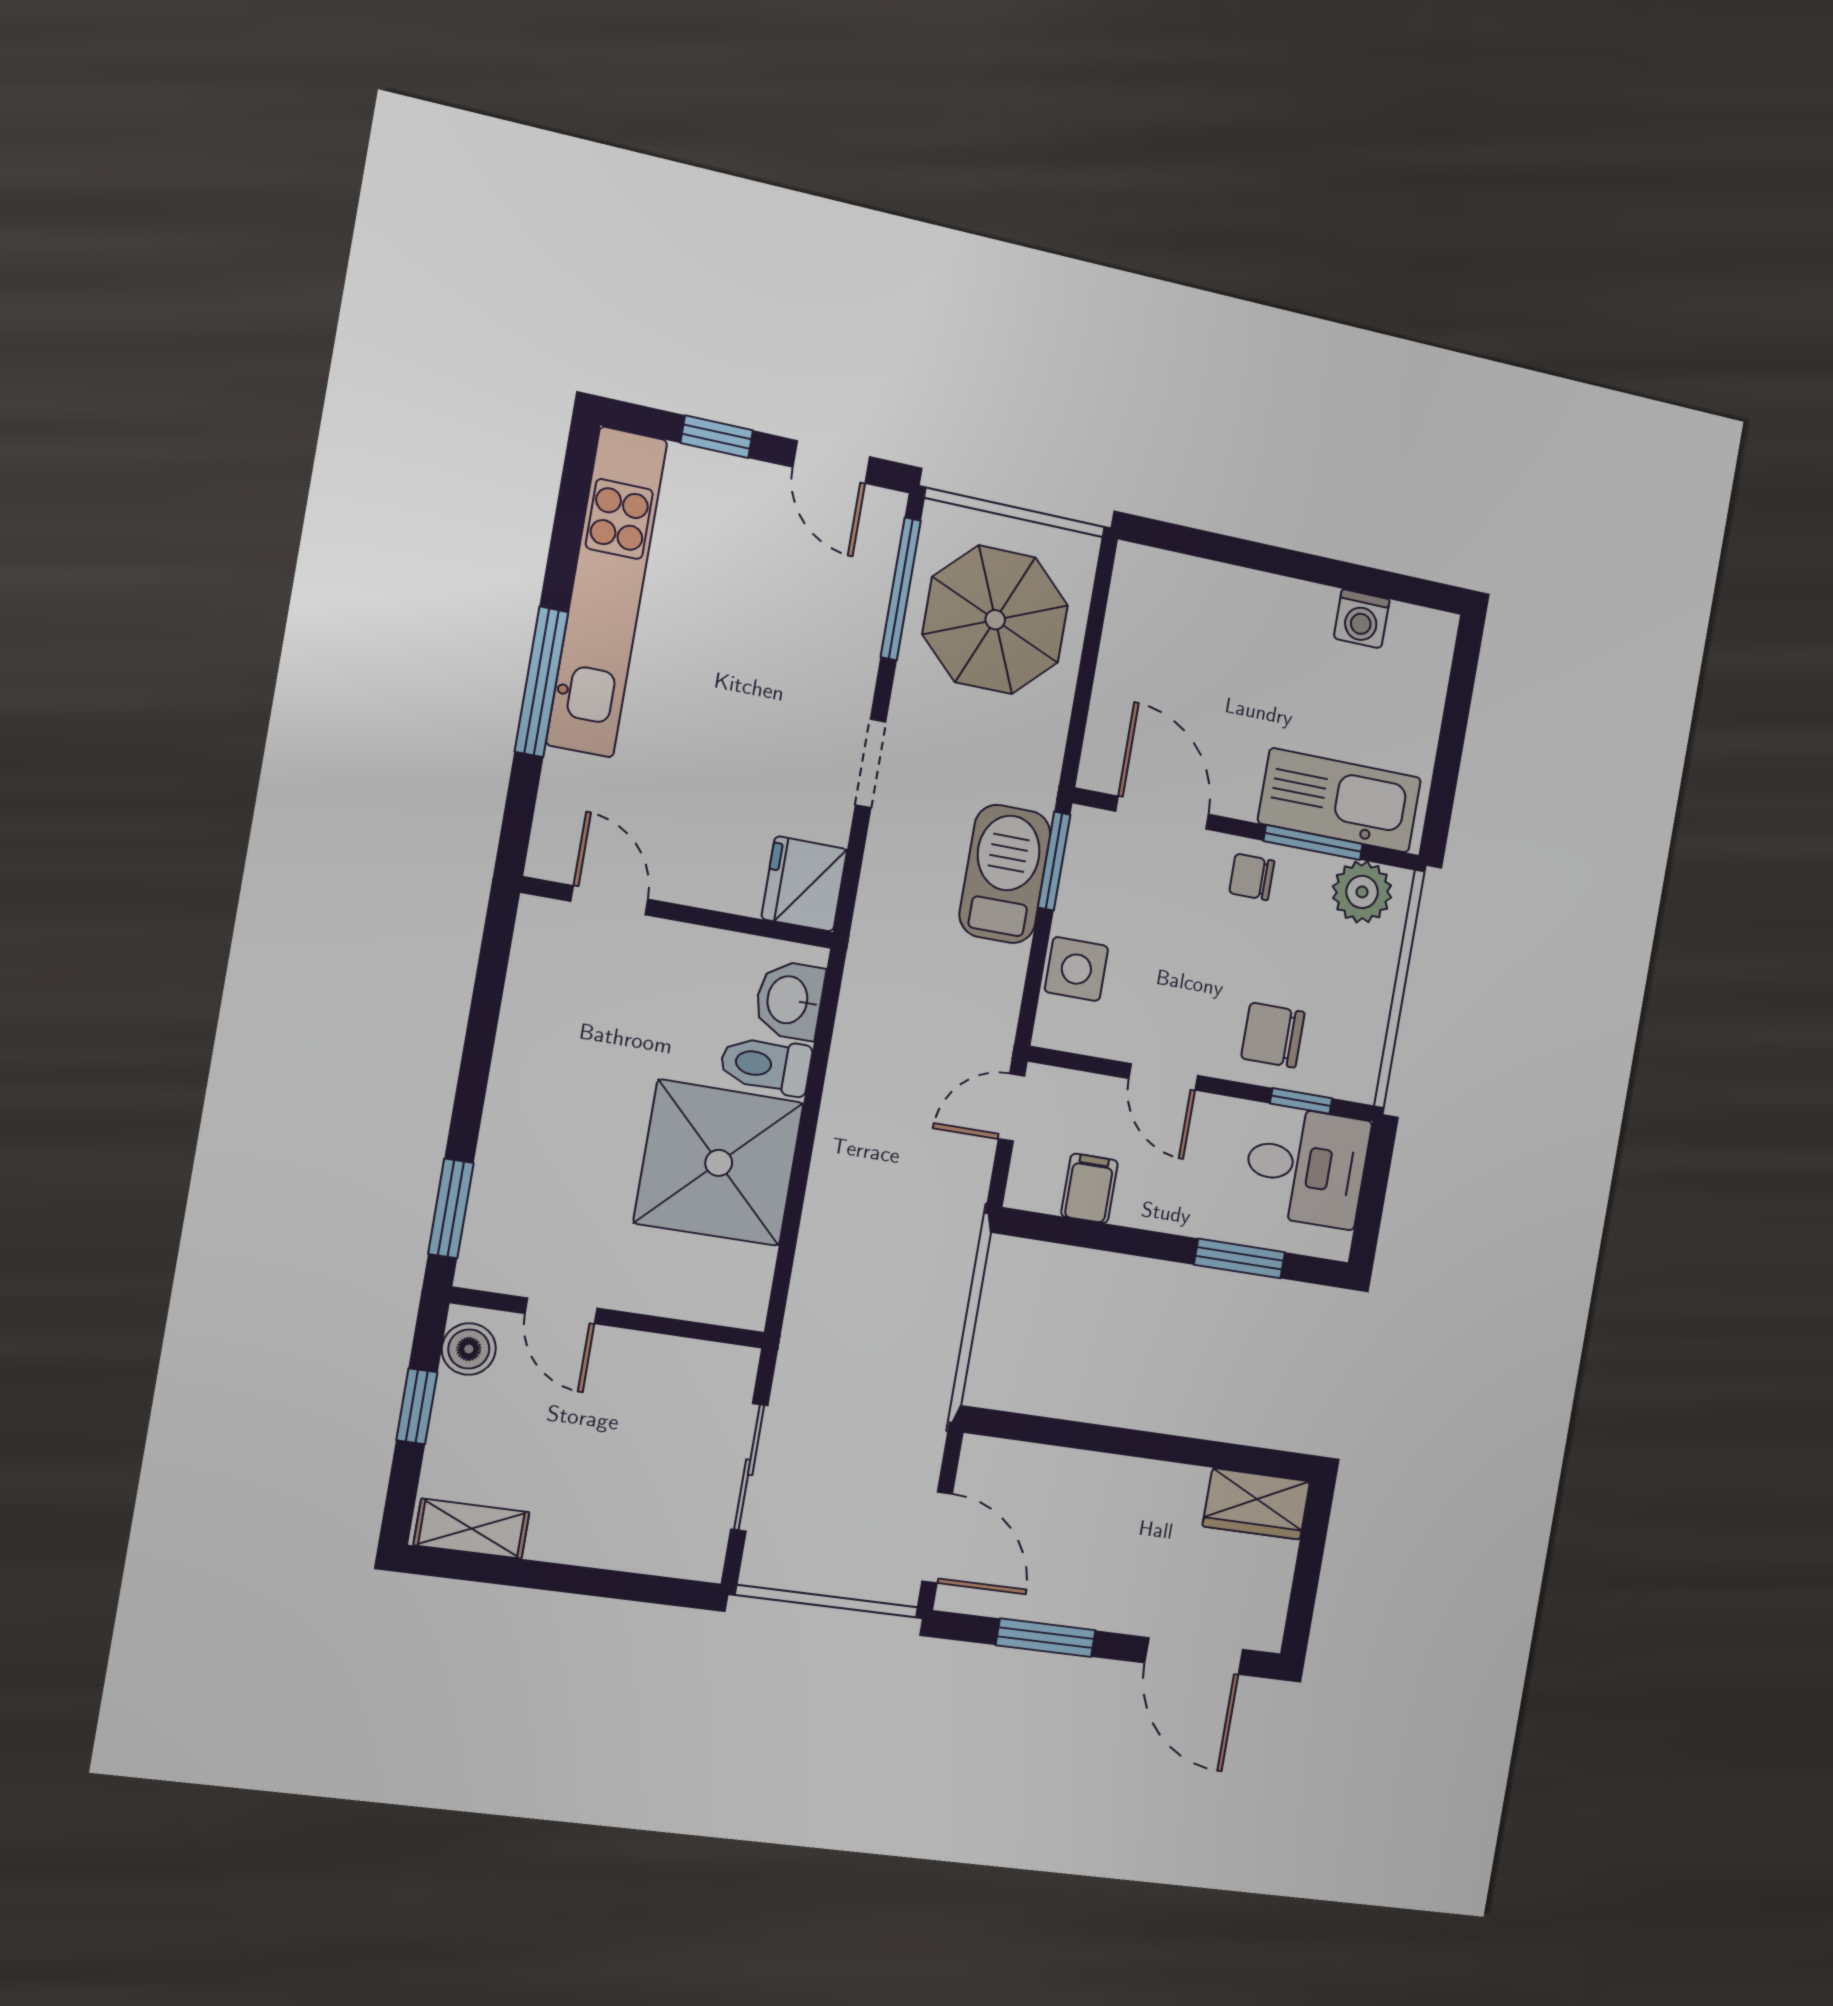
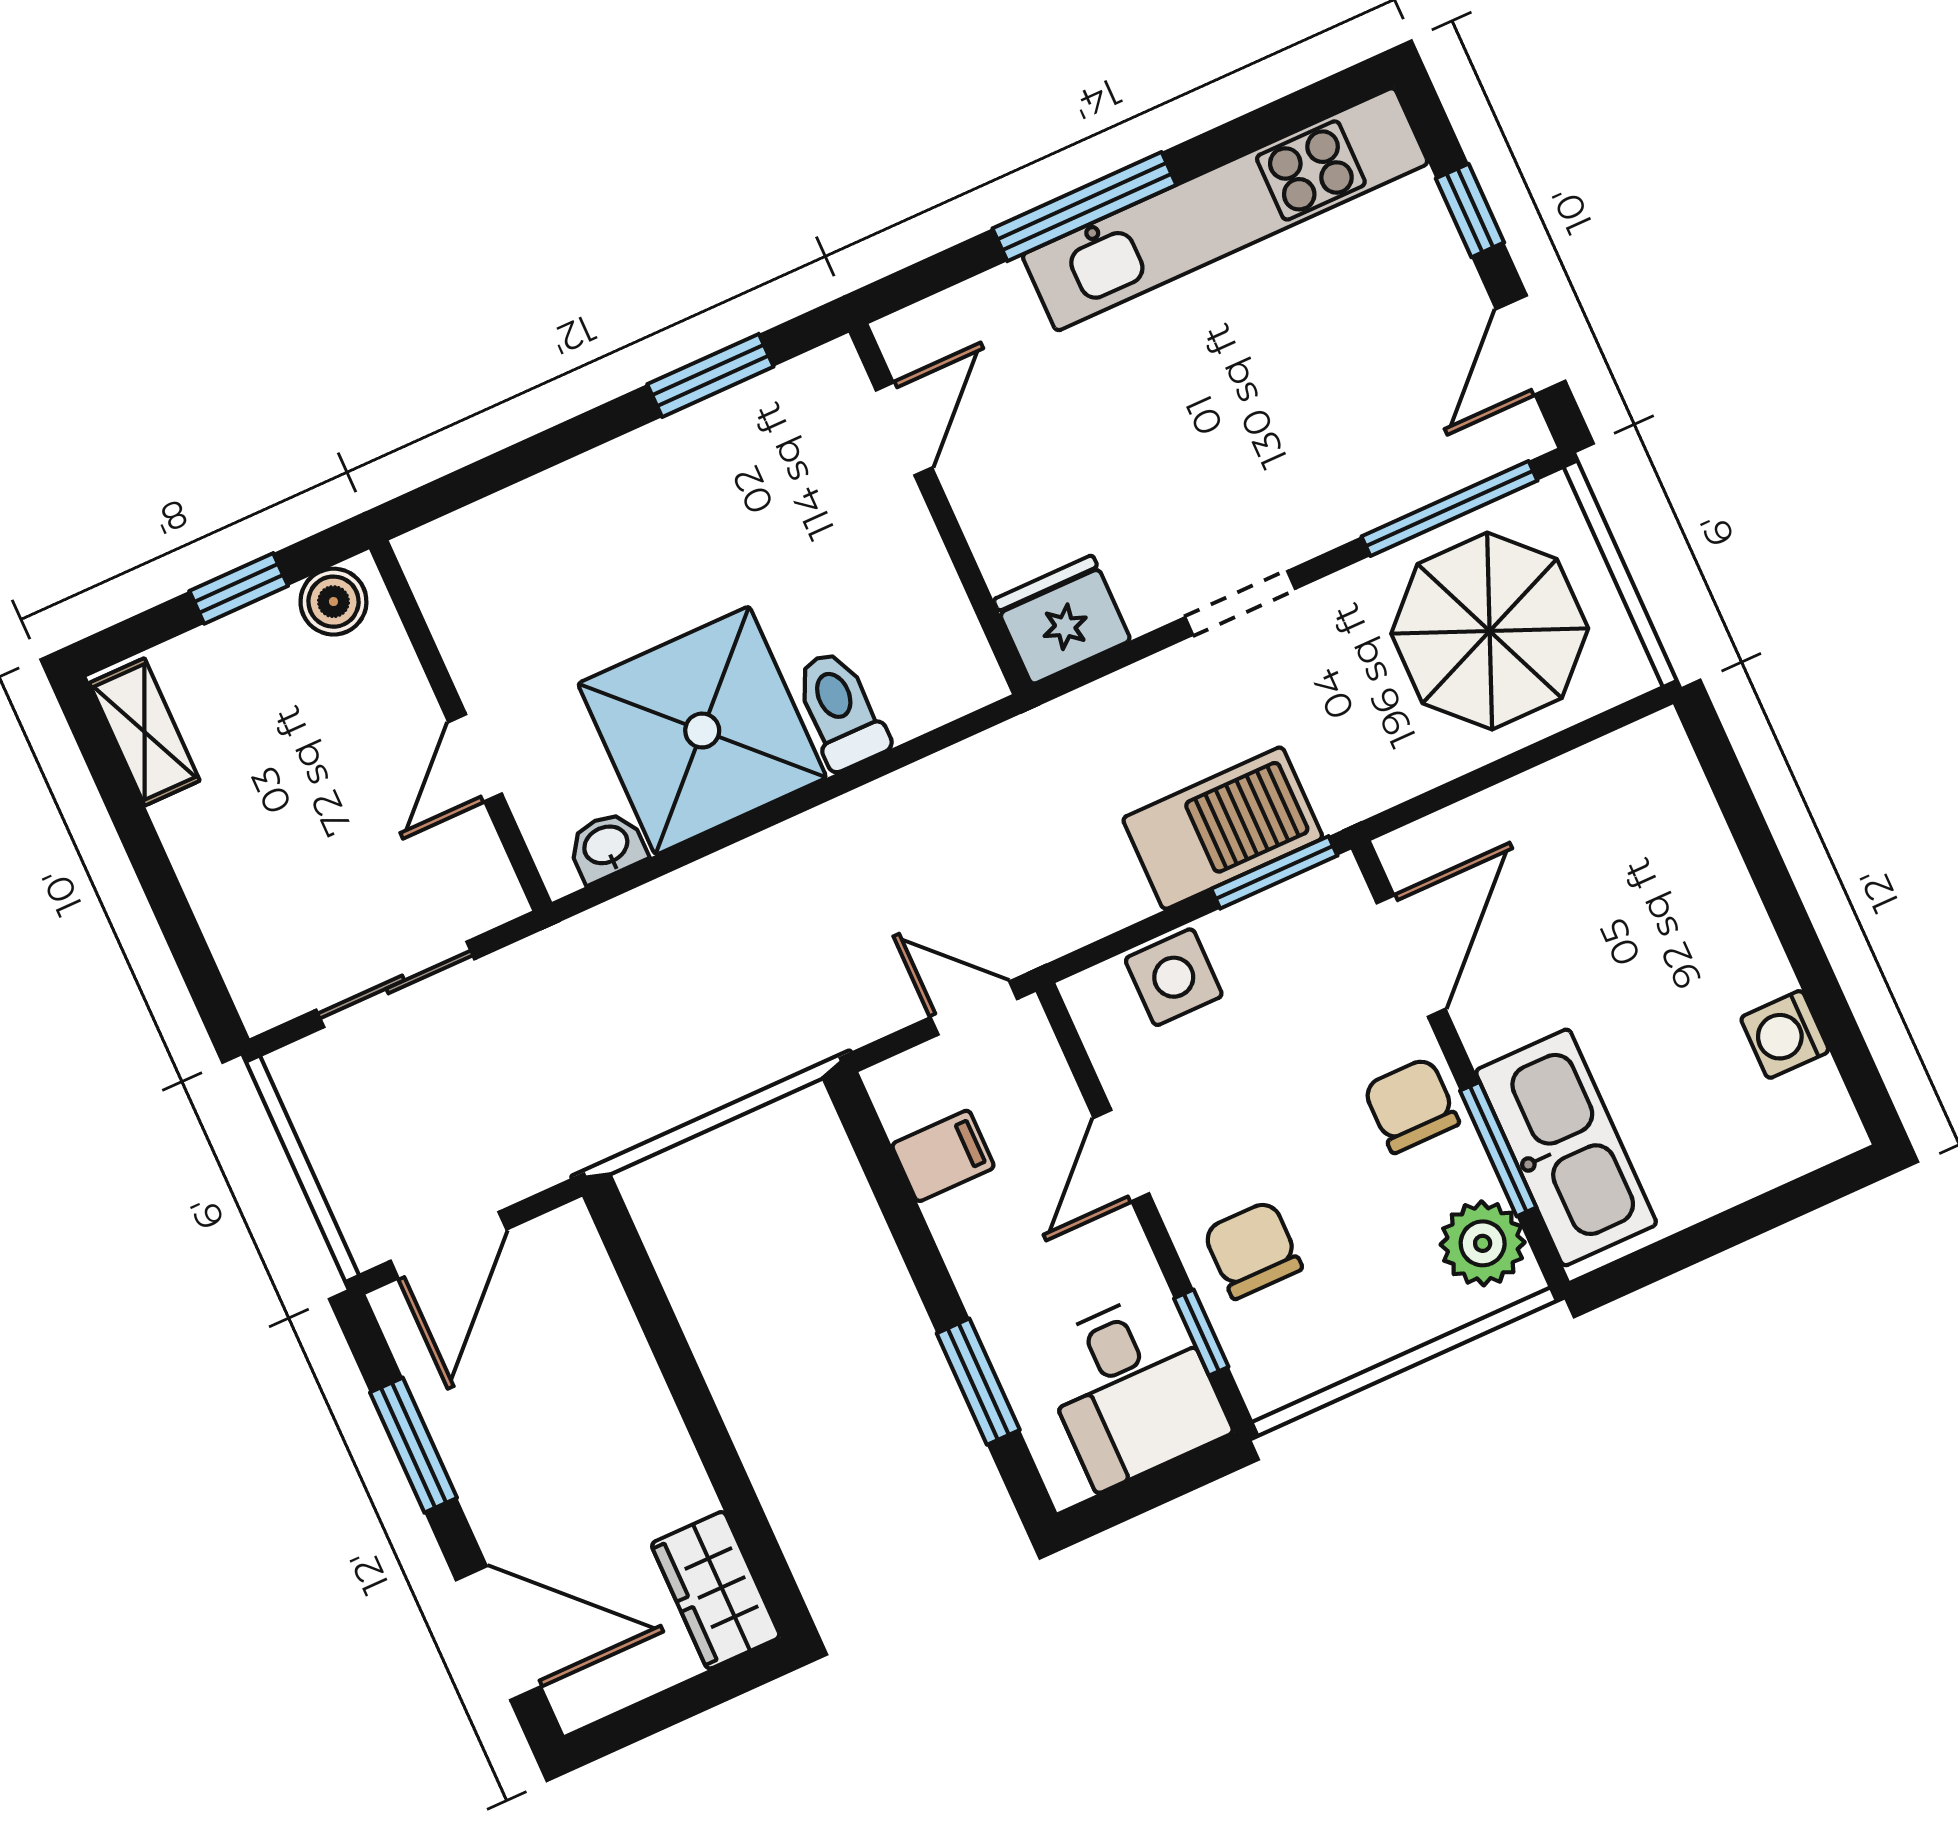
chair: (1252, 877) -> (1411, 1105), width x1.37, depth x1.37
washbasin: (789, 1000) -> (607, 846), moved, width x0.72, depth x0.69
window: (451, 1208) -> (710, 375), moved
door: (561, 1311) -> (475, 758), moved
door: (1194, 1656) -> (498, 1633), swing flipped

